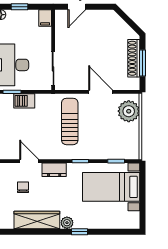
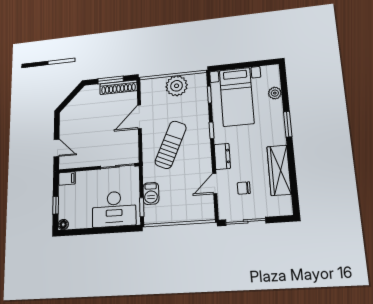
shoe rack: (134, 58) -> (118, 87), moved
plant: (129, 111) -> (177, 86), moved
sun lounger: (70, 121) -> (171, 145), turned 114
plant: (67, 223) -> (275, 93), moved
window: (79, 232) -> (288, 124), width x1.50

